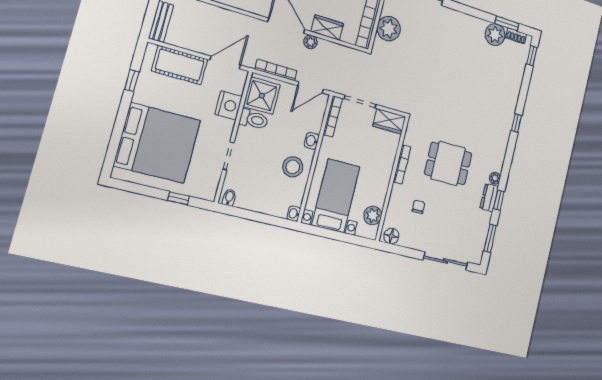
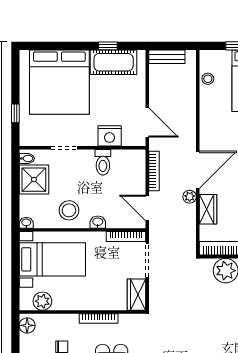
cot: (180, 65) -> (114, 62), moved, turned 90
shower: (262, 96) -> (34, 180), moved

